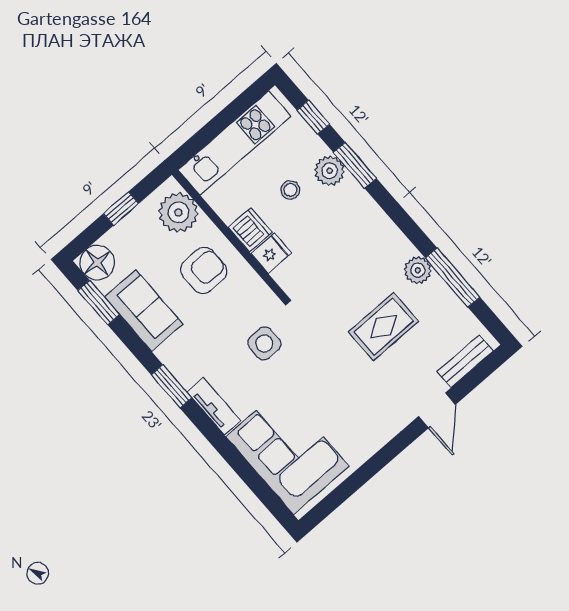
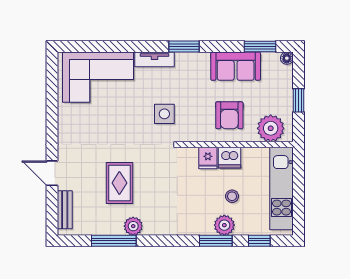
floor lamp: (97, 263) -> (287, 58), width x0.53, depth x0.53

